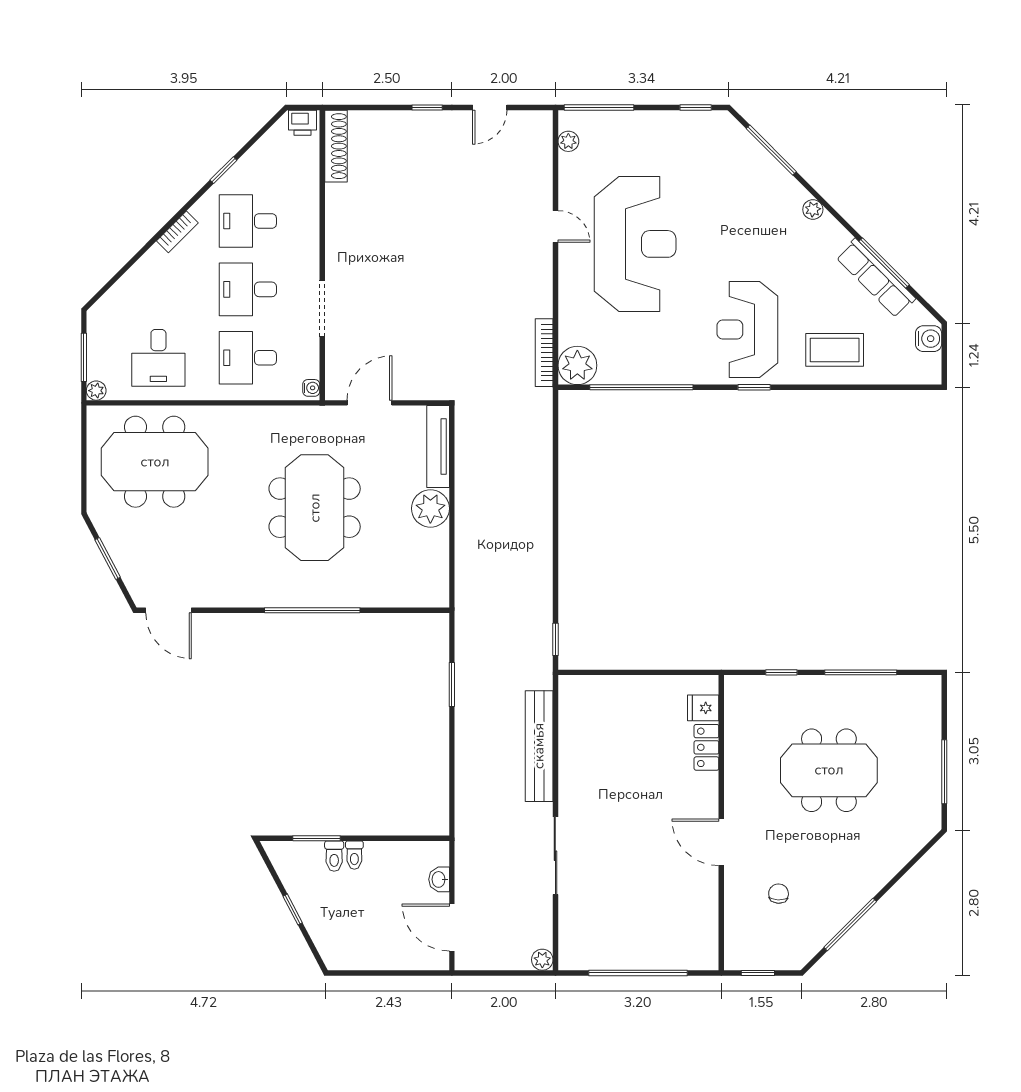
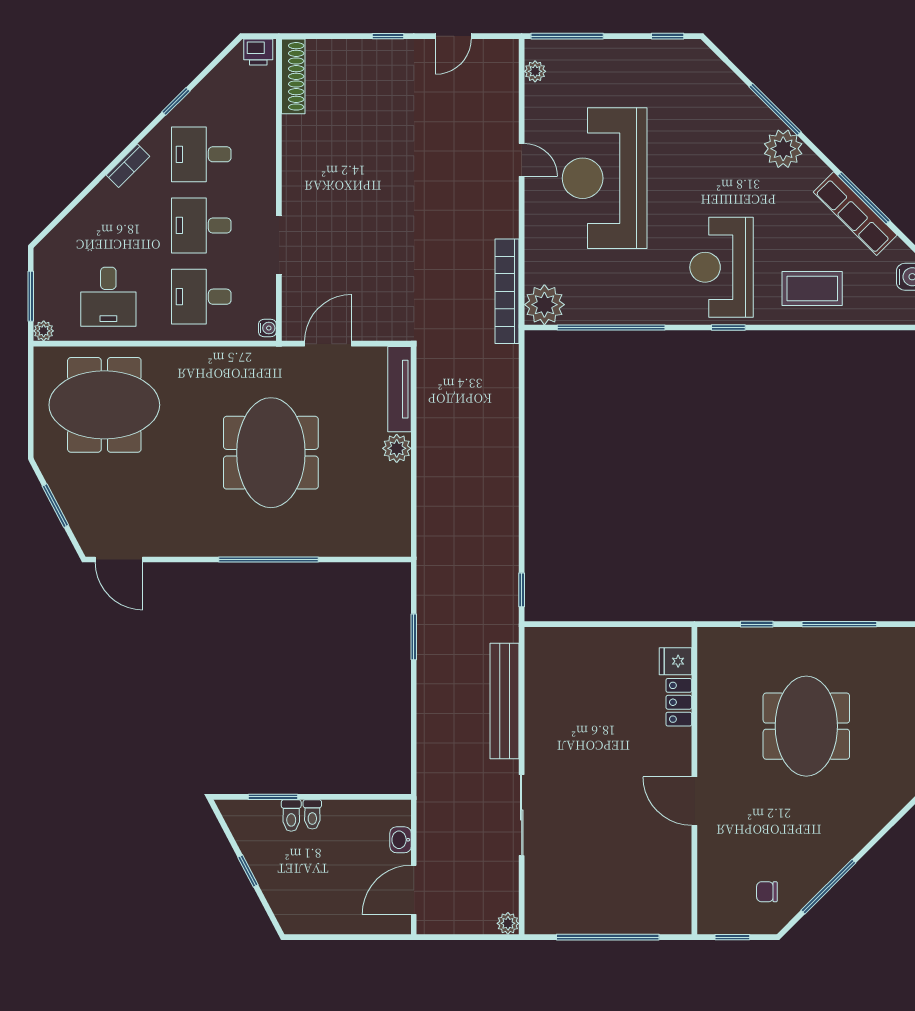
window: (771, 150) -> (775, 109), moved
plant: (813, 210) -> (783, 149), width x1.87, depth x1.87
reception desk: (635, 244) -> (605, 178), turned 180
bookcase: (544, 353) -> (507, 291), width x1.48, depth x1.31
plant: (430, 508) -> (397, 448), width x0.73, depth x0.73
meeting table: (829, 770) -> (806, 726), turned 90
chair: (779, 894) -> (767, 892), moved, turned -93
door: (452, 927) -> (414, 890), hinge flipped

